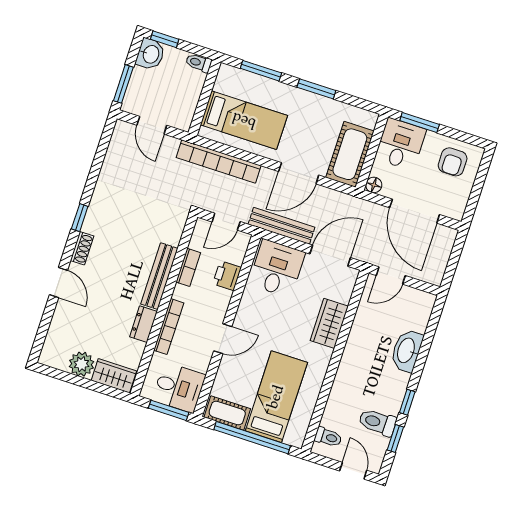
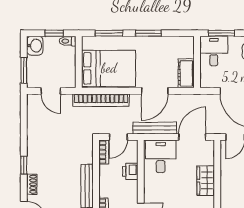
window: (165, 39) -> (54, 33), moved
bed: (244, 120) -> (109, 68), width x1.50
cot: (350, 154) -> (186, 73), width x0.73, depth x0.75
floor lamp: (374, 185) -> (205, 83), removed
bookcase: (188, 267) -> (104, 152), moved

